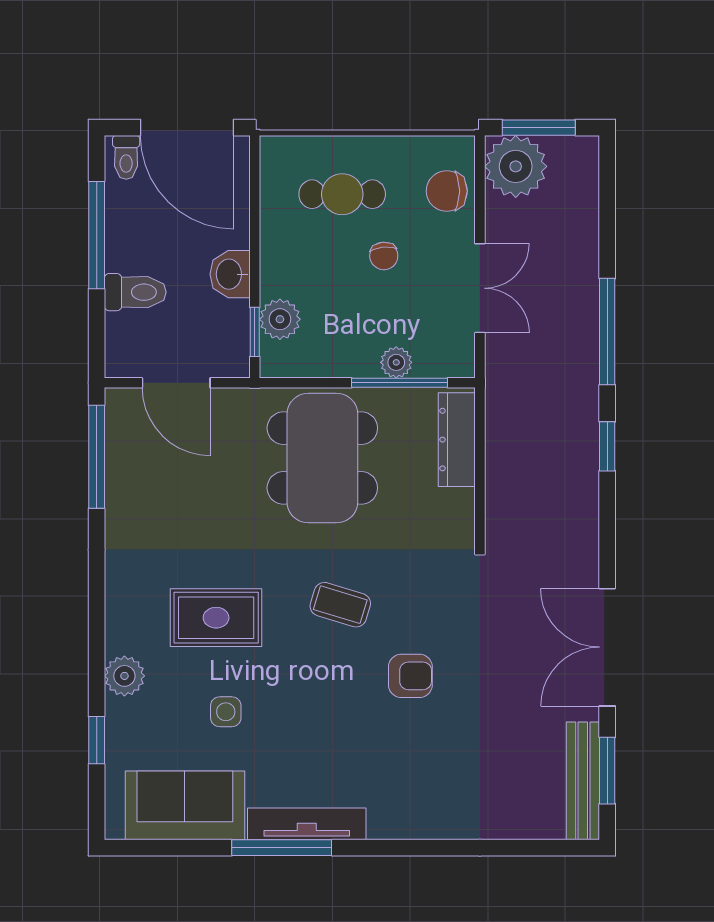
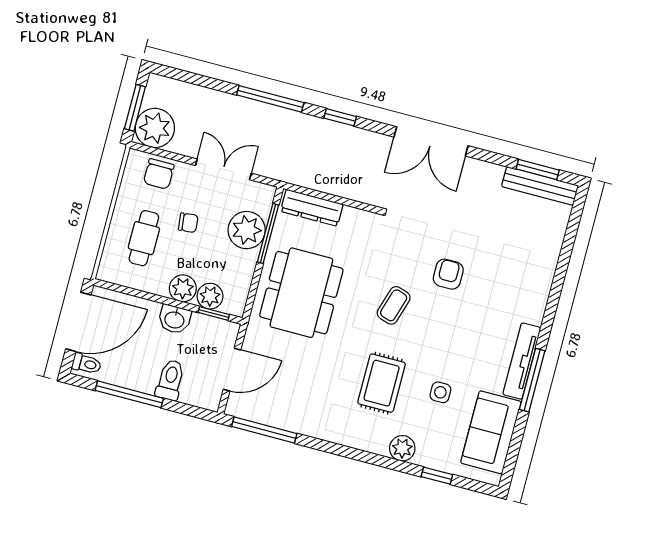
plant: (281, 274) -> (183, 288), added
plant: (396, 362) -> (247, 230), width x1.88, depth x1.88
dining table: (322, 458) -> (301, 293), turned 90
double door: (607, 647) -> (431, 141), moved

